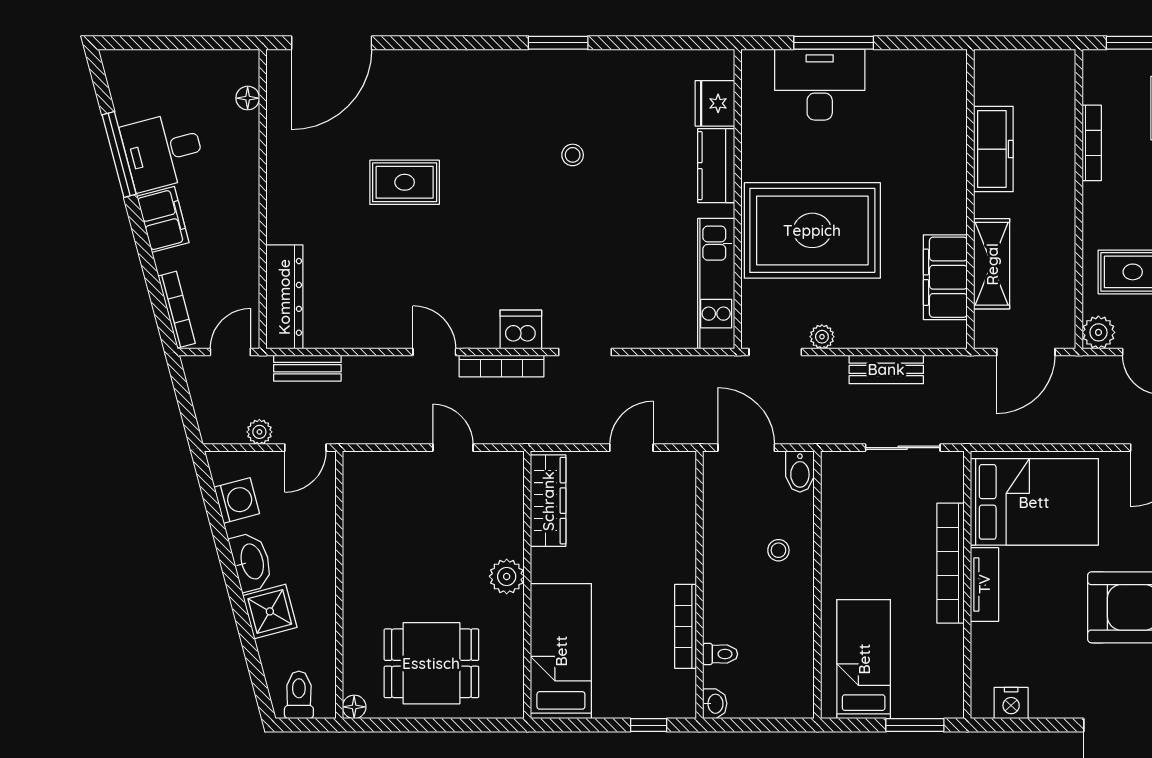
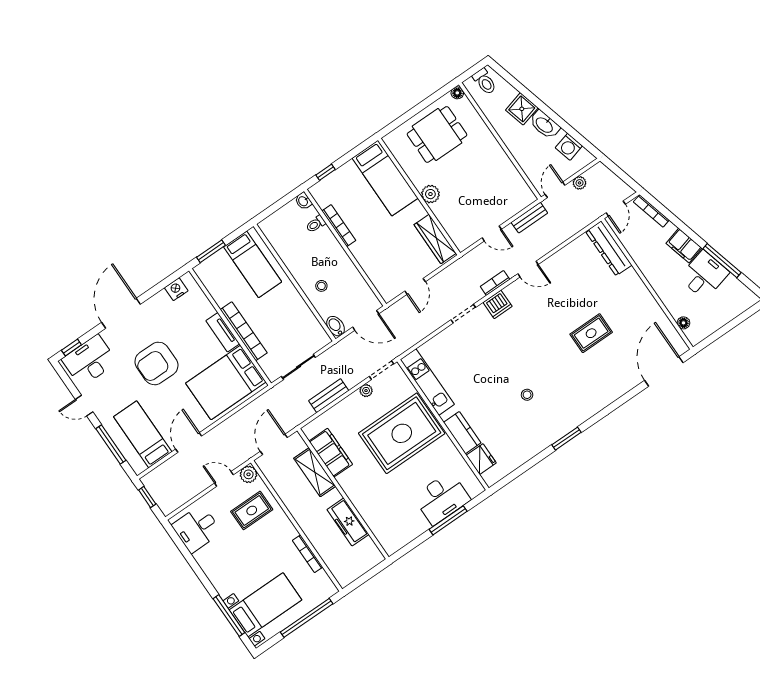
bookcase: (502, 366) -> (495, 283), width x0.64
bench: (307, 368) -> (529, 218), moved

